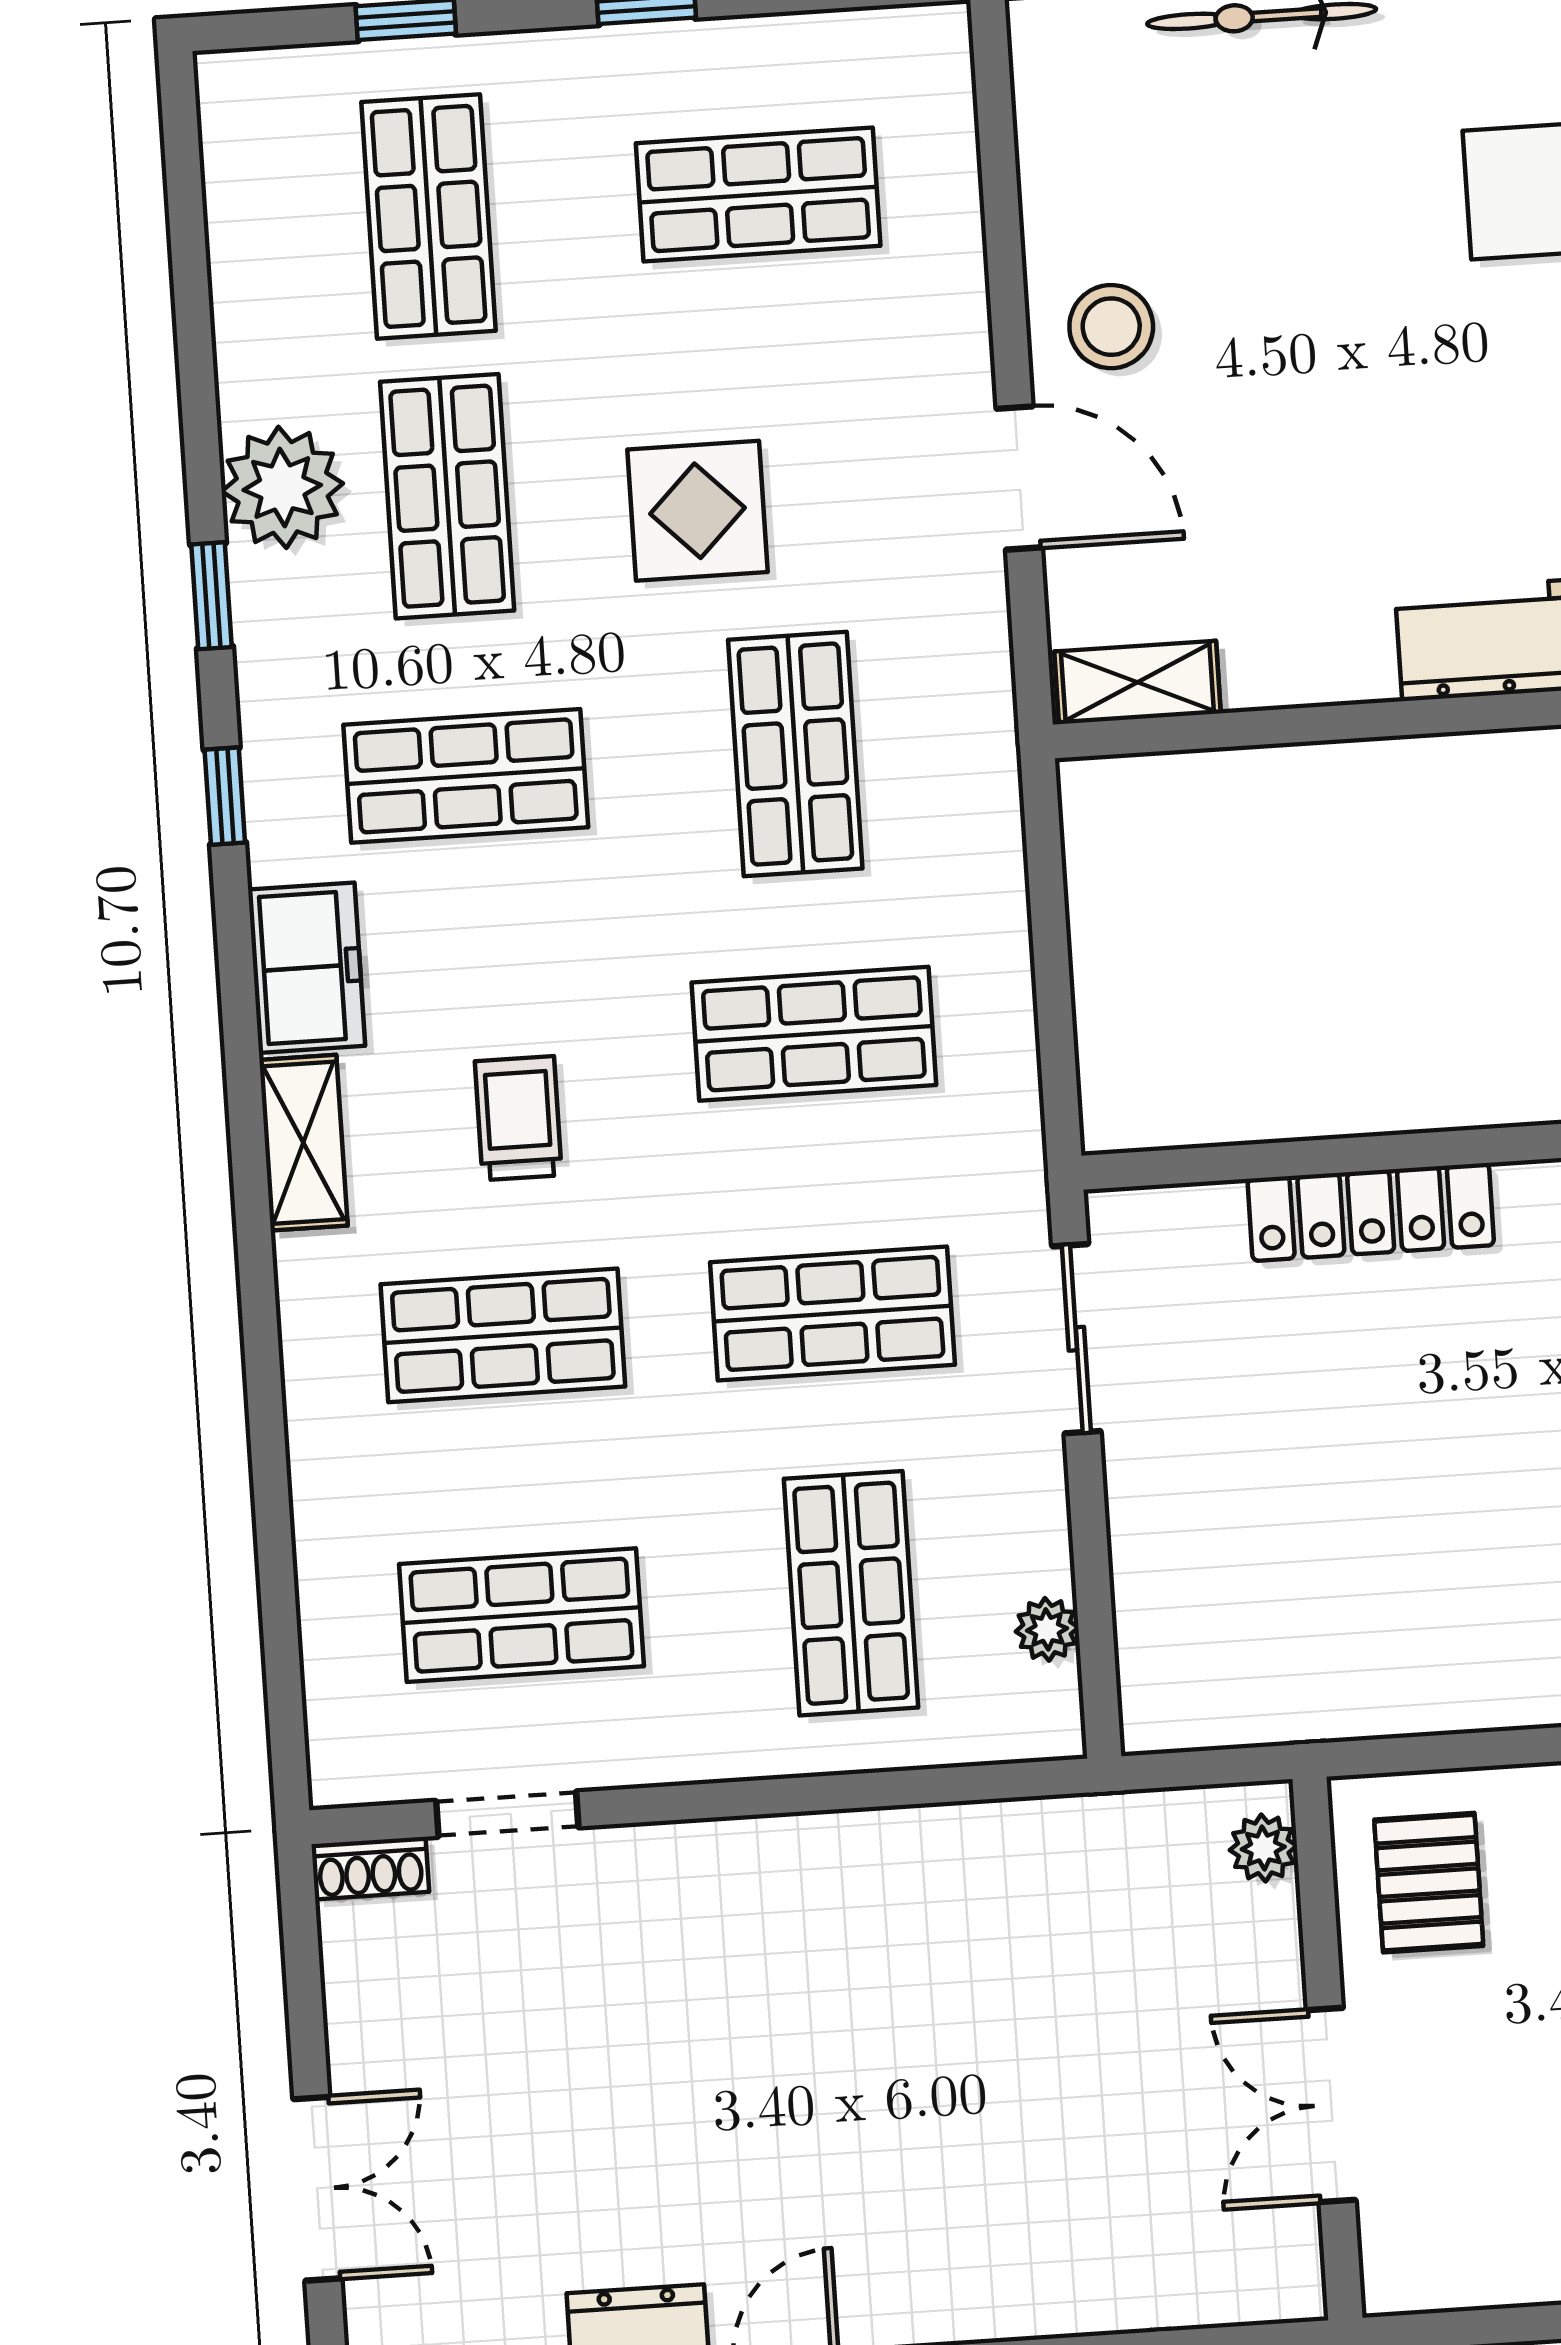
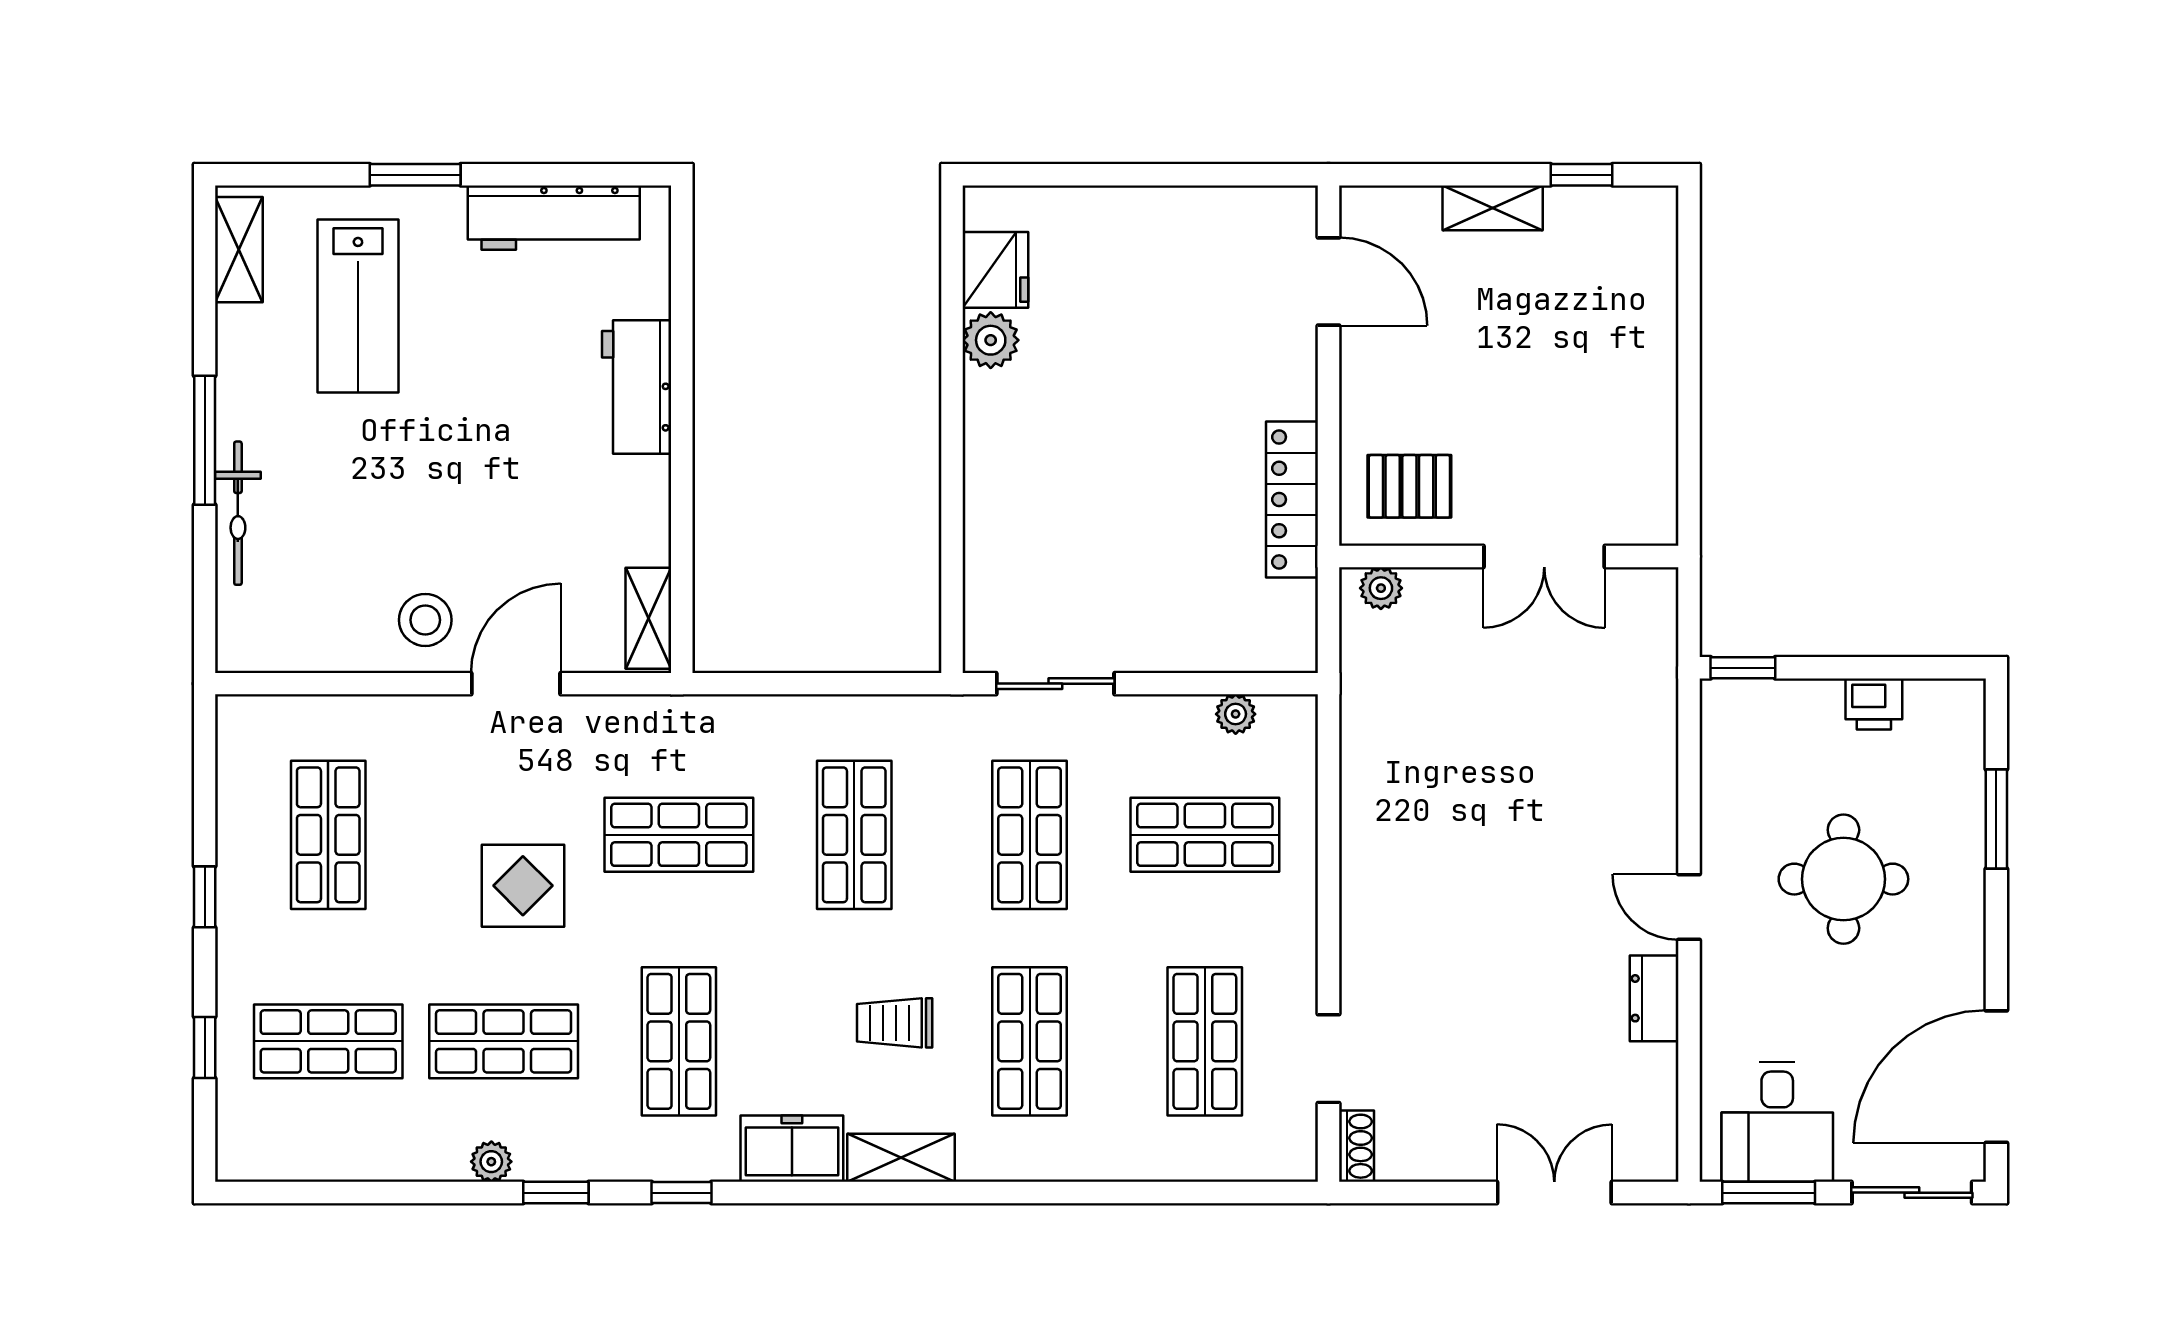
plant: (282, 487) -> (491, 1162), width x0.53, depth x0.53
locker: (1371, 1212) -> (1292, 499), moved, turned 180

